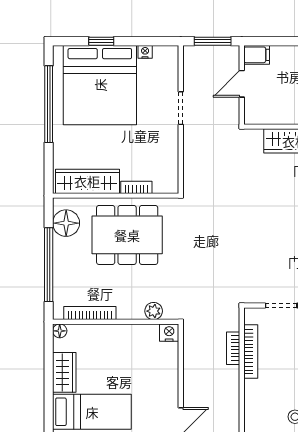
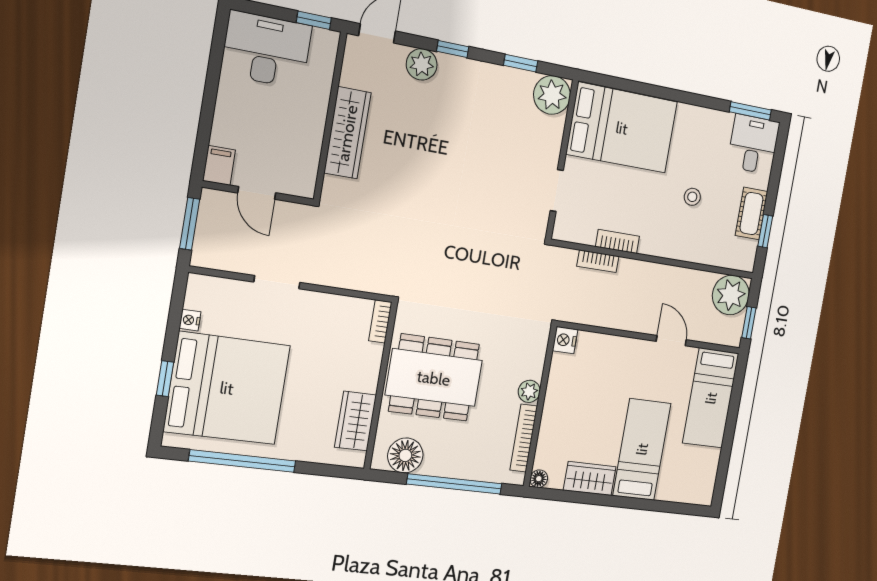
wardrobe: (87, 181) -> (355, 421), width x0.67
bookcase: (136, 187) -> (380, 321), moved
dining table: (127, 235) -> (434, 378), turned 90
plant: (154, 311) -> (529, 391), moved
bookcase: (251, 352) -> (617, 241), width x0.64

